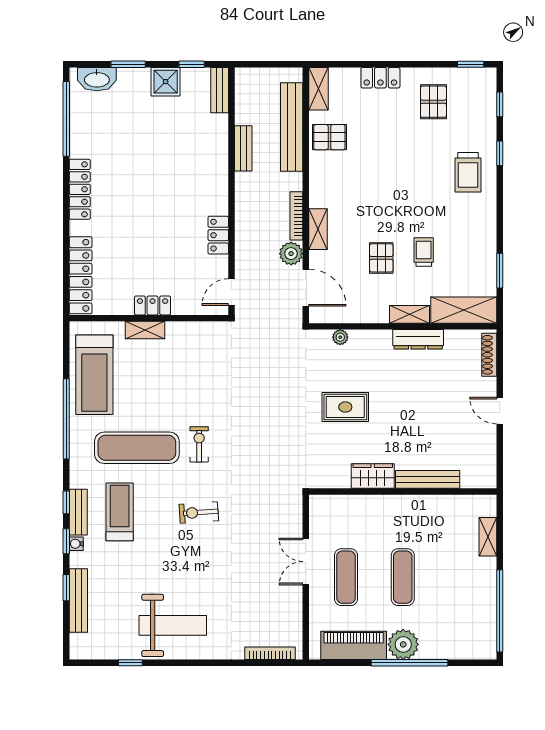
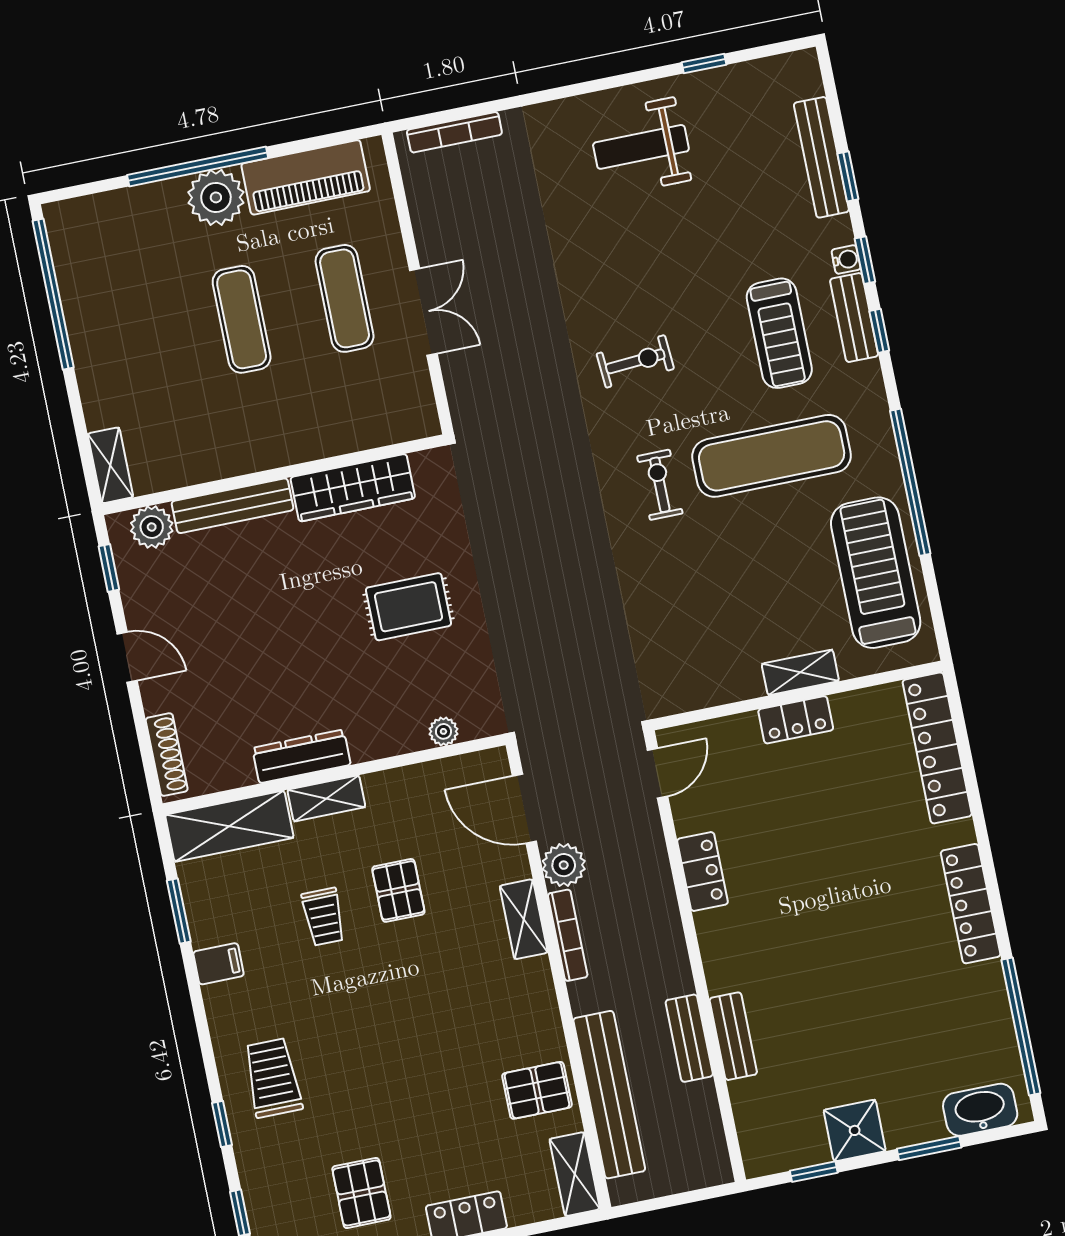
bench: (220, 90) -> (733, 1036), moved
filing cabinet: (484, 238) -> (218, 964), added
exercise bike: (199, 444) -> (660, 485), turned 180
window: (500, 460) -> (109, 568), added
wardrobe: (373, 476) -> (353, 488), width x1.50
plant: (473, 477) -> (152, 527), added
shelving: (488, 537) -> (110, 465), moved
weight bench: (173, 625) -> (641, 147), width x0.73, depth x0.75

